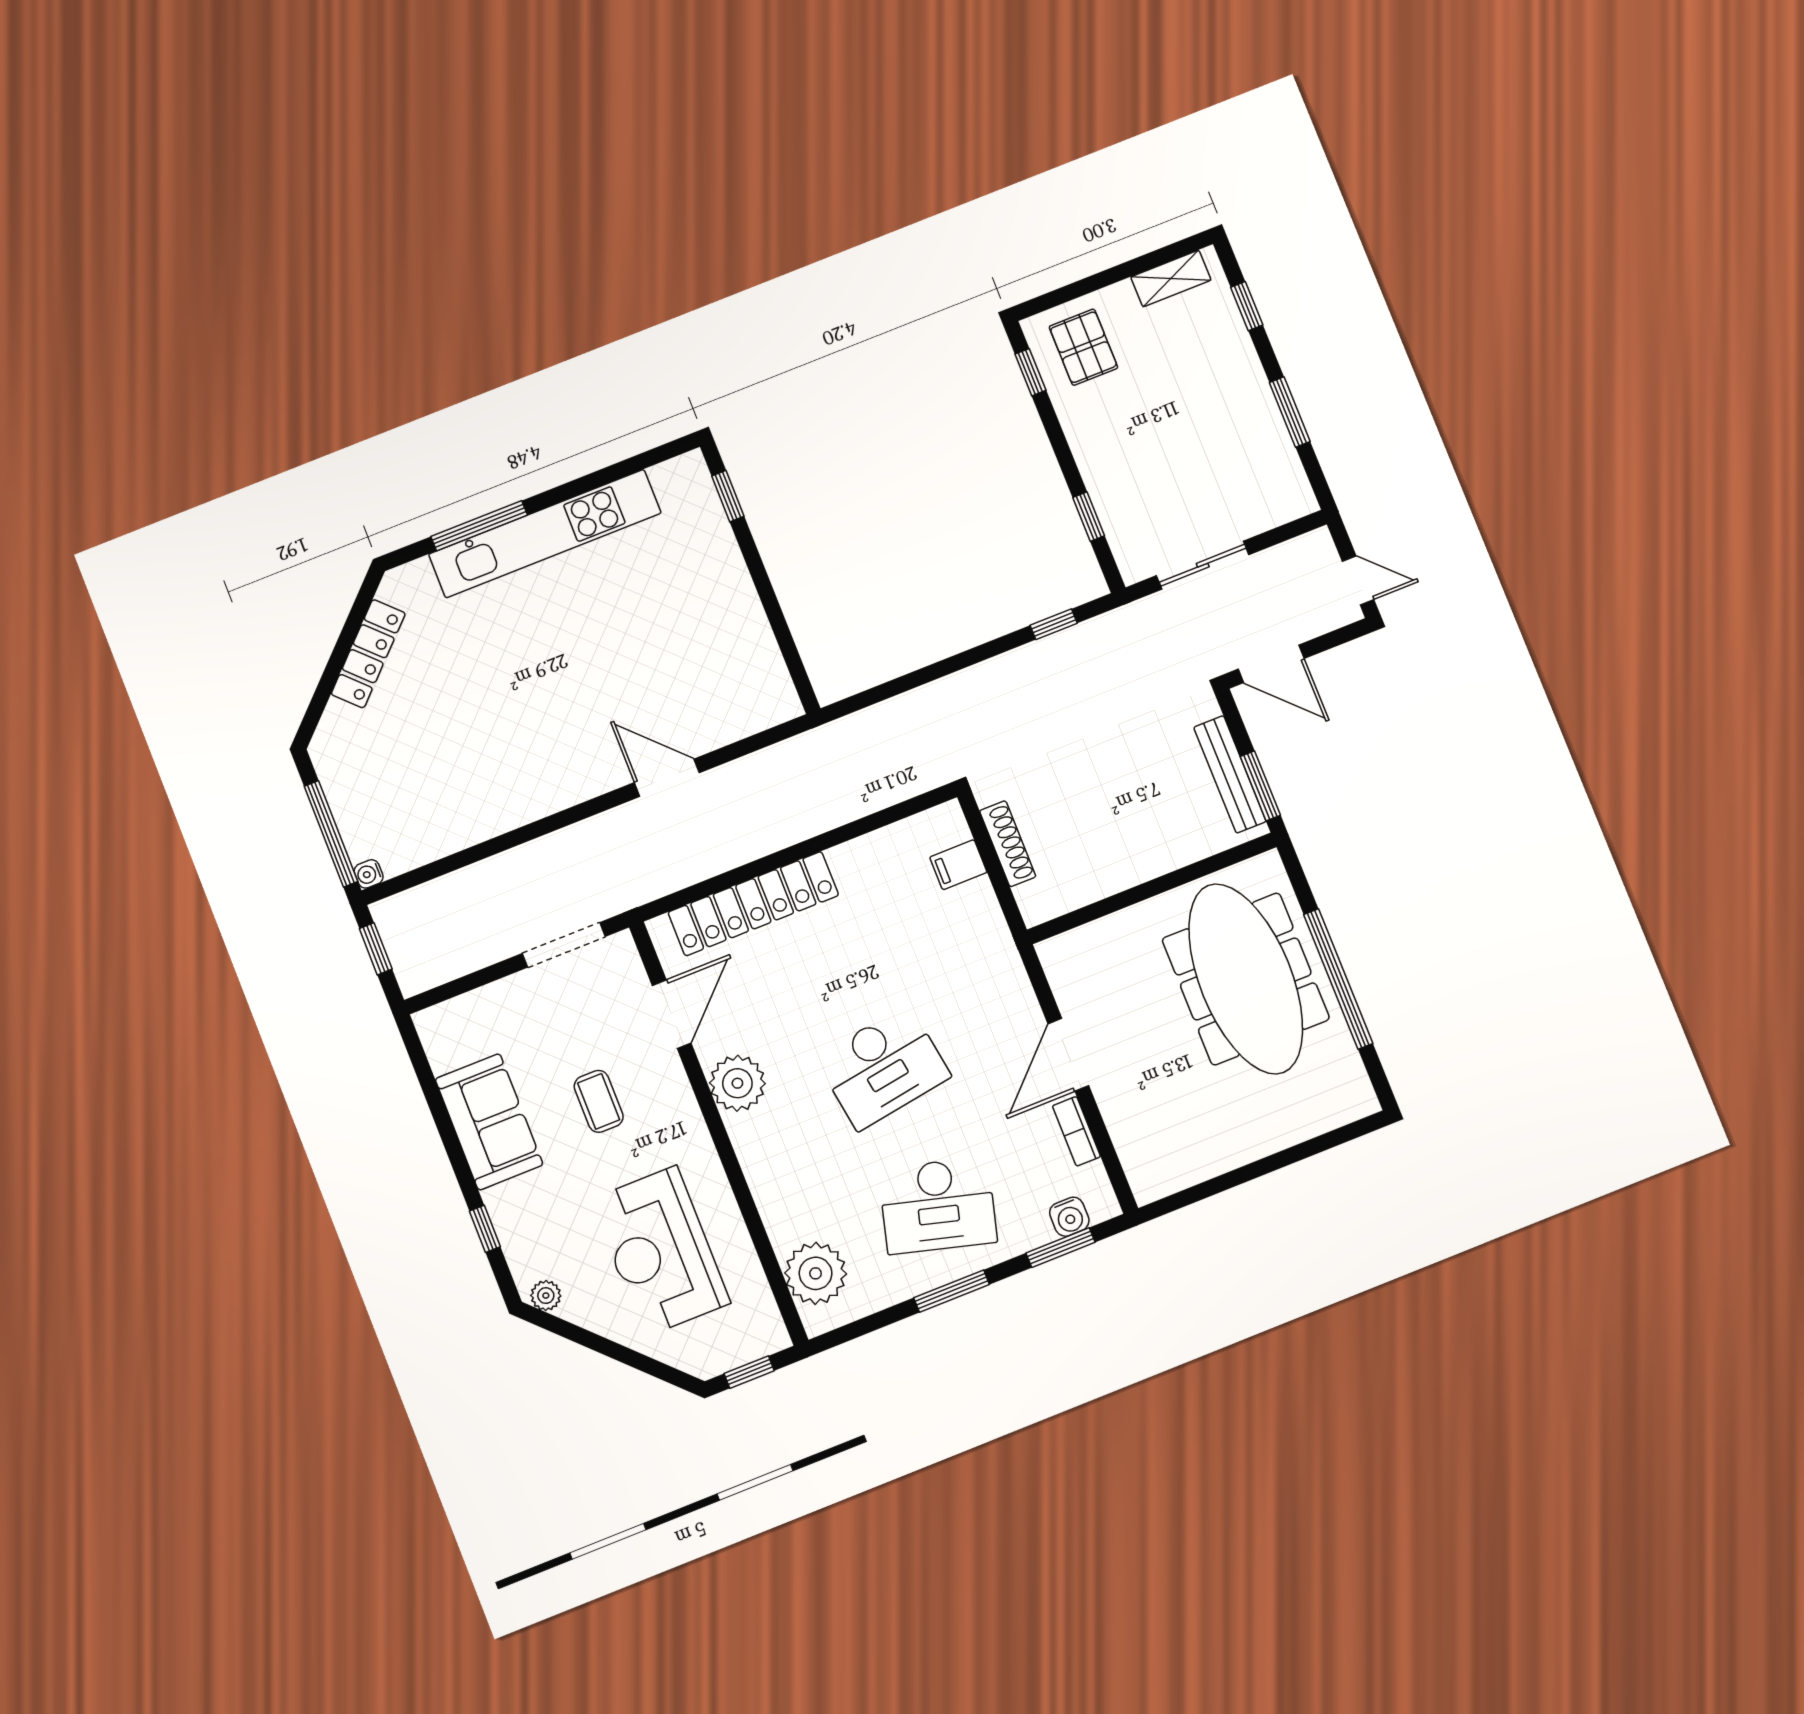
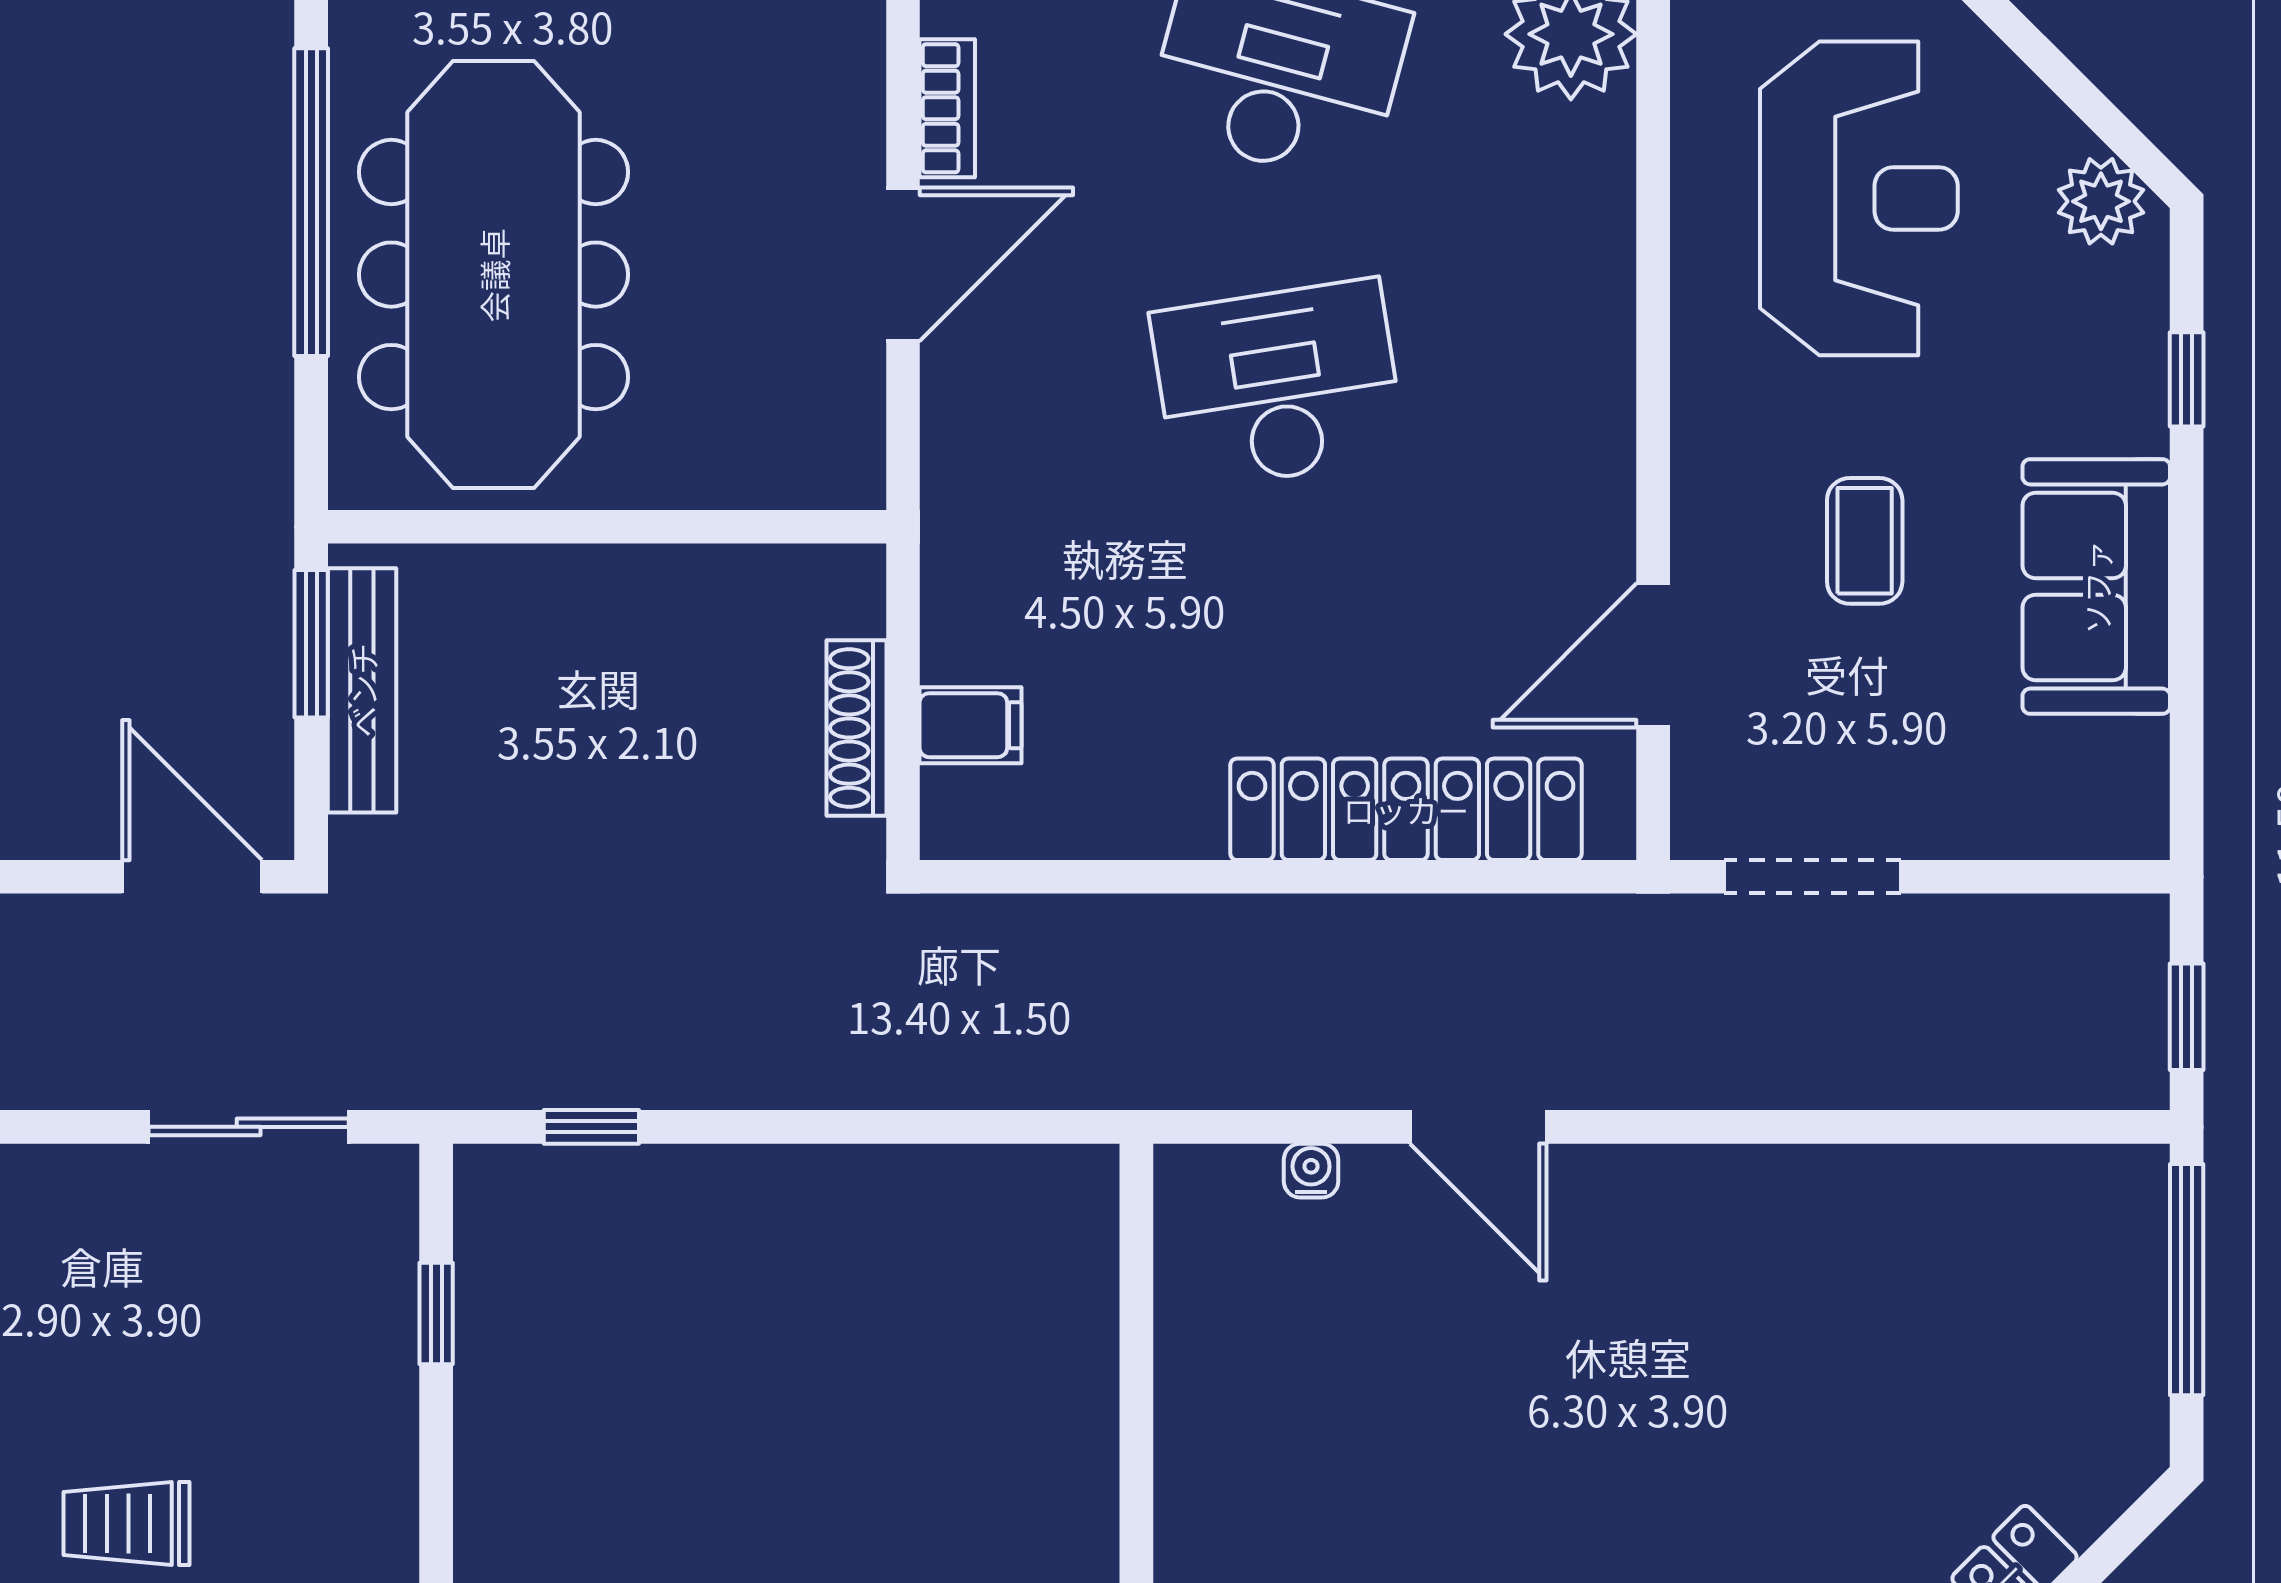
trolley: (1186, 373) -> (126, 1524), added
water cooler: (369, 874) -> (1311, 1171), moved, turned -90
plant: (737, 1083) -> (1577, 468), removed
plant: (546, 1296) -> (2101, 201), width x1.38, depth x1.38

